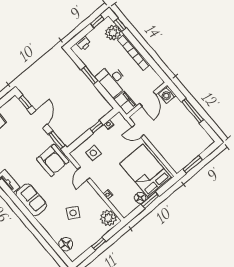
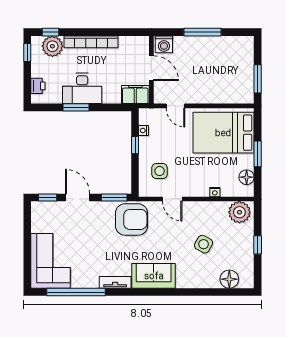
desk: (112, 80) -> (82, 88), moved
door: (138, 131) -> (175, 106), hinge flipped
floor lamp: (140, 198) -> (247, 177), moved

